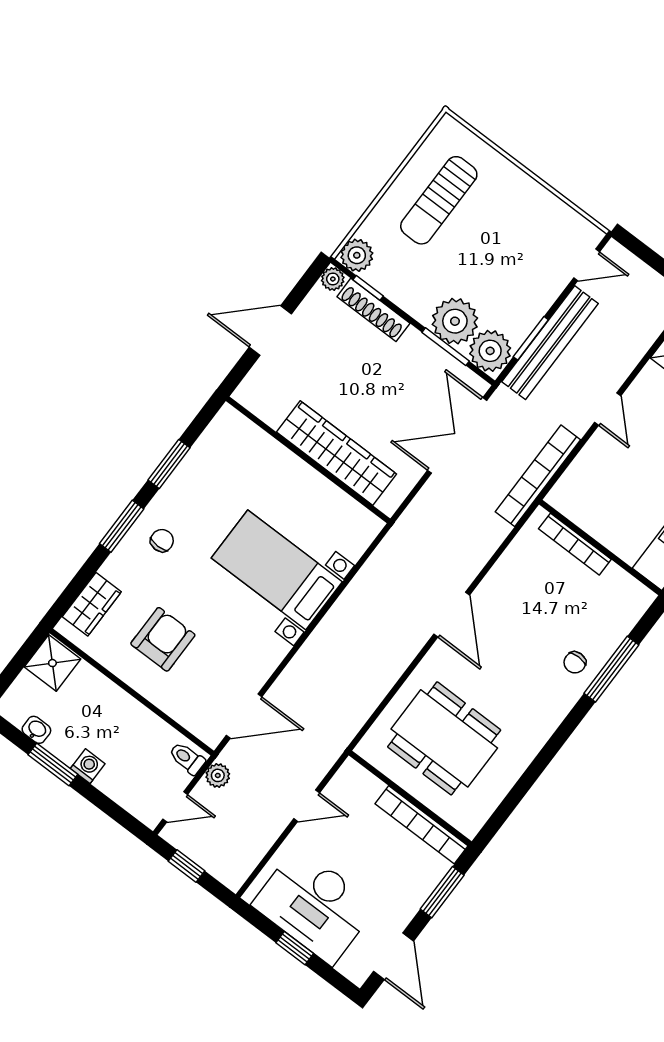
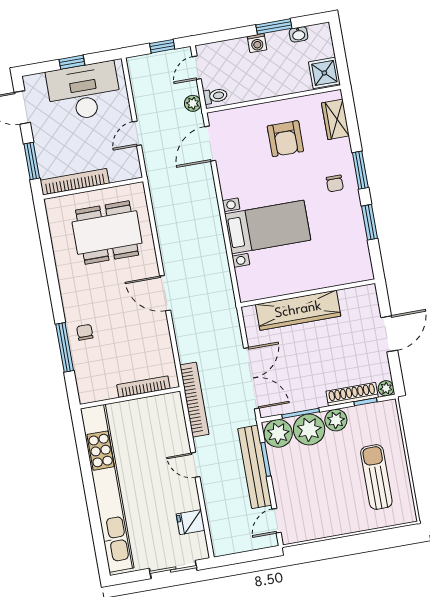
plant: (357, 255) -> (336, 420), moved

